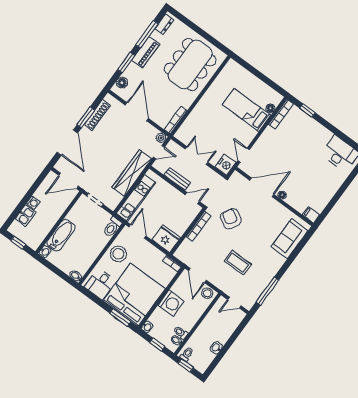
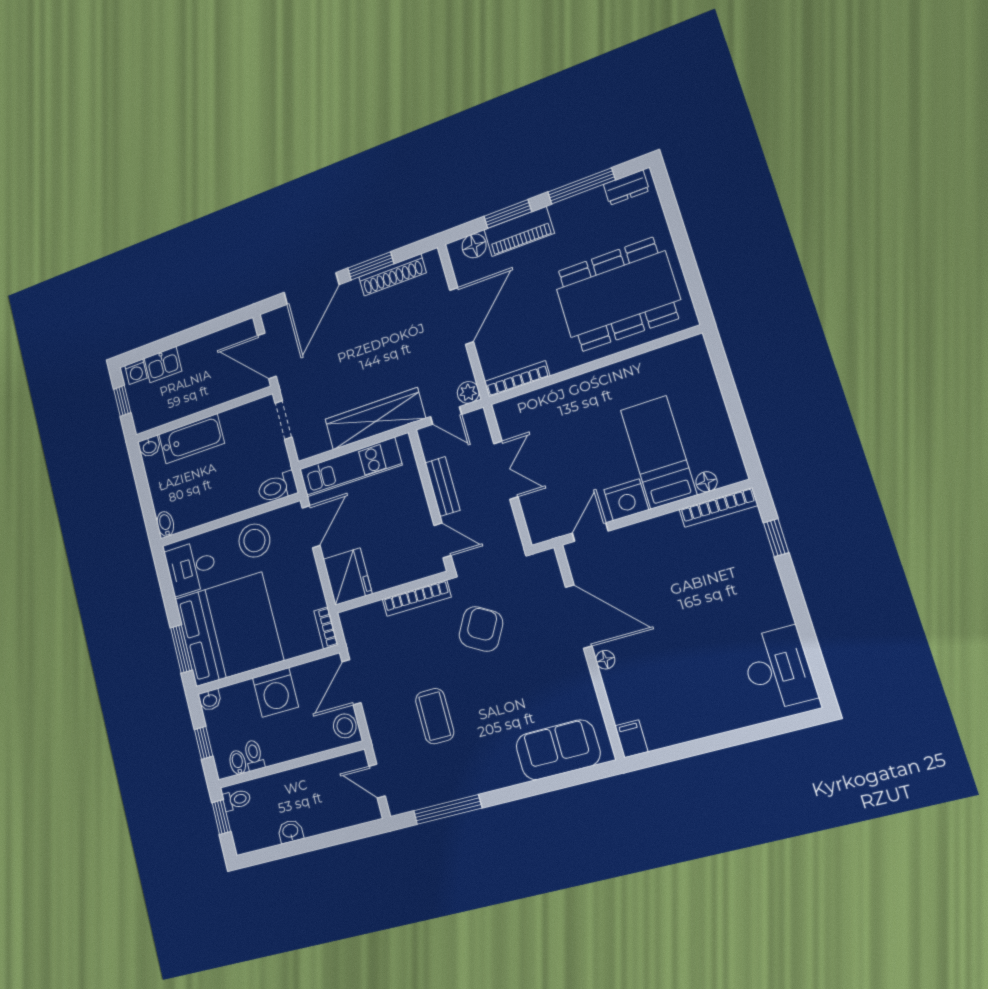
piano: (146, 52) -> (519, 231), moved
nightstand: (225, 165) -> (626, 500), moved
washing machine: (33, 203) -> (136, 372), moved

